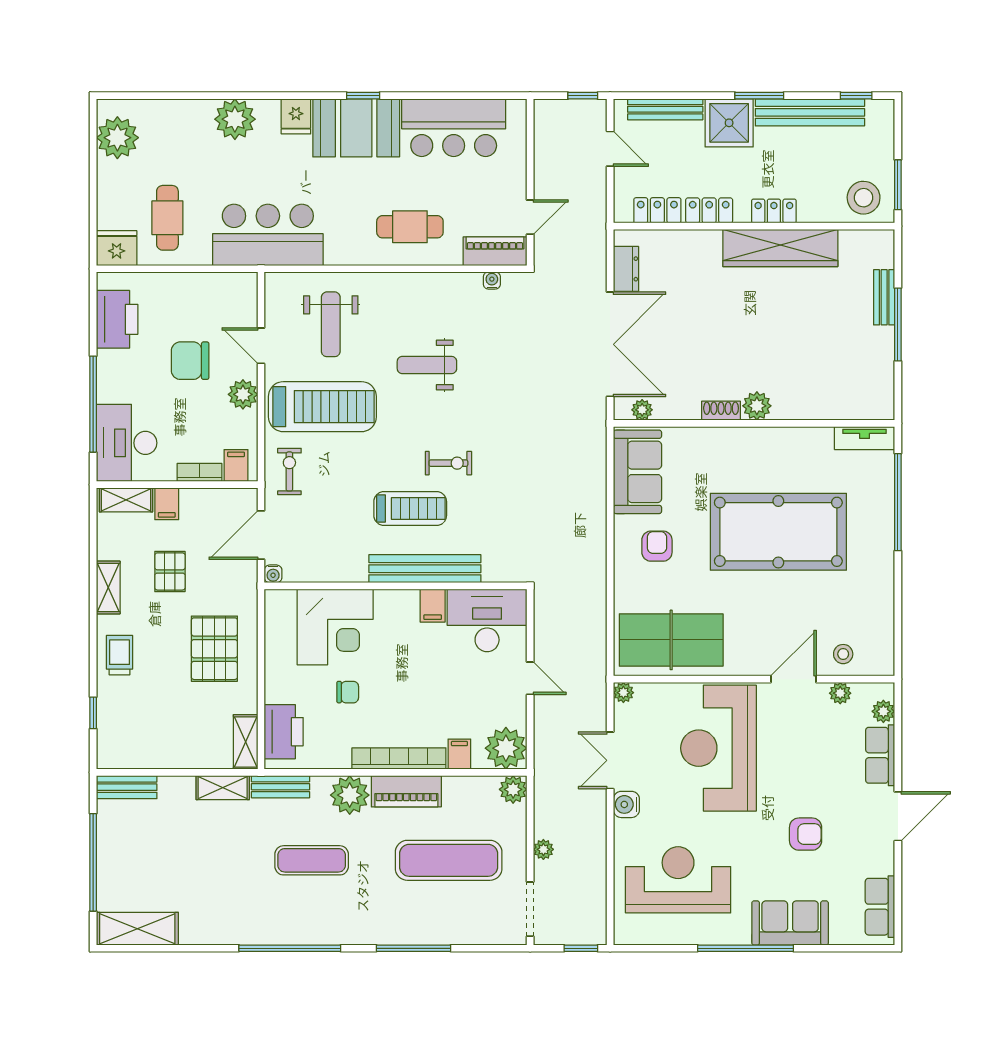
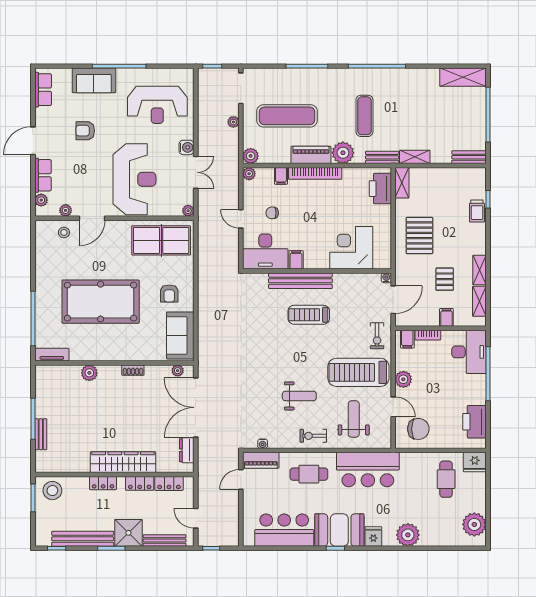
bar counter: (268, 235) -> (368, 470), moved
wardrobe: (780, 248) -> (123, 462), moved
chair: (190, 361) -> (418, 429), moved
plant: (757, 406) -> (89, 373), moved
exercise bike: (448, 463) -> (313, 436), moved
shelving: (126, 500) -> (479, 301), moved, turned 90
trolley: (120, 655) -> (477, 211), moved
chair: (348, 692) -> (272, 213), moved
plant: (506, 748) -> (249, 174), width x0.53, depth x0.53
exercise mat: (312, 860) -> (364, 116), turned 90

